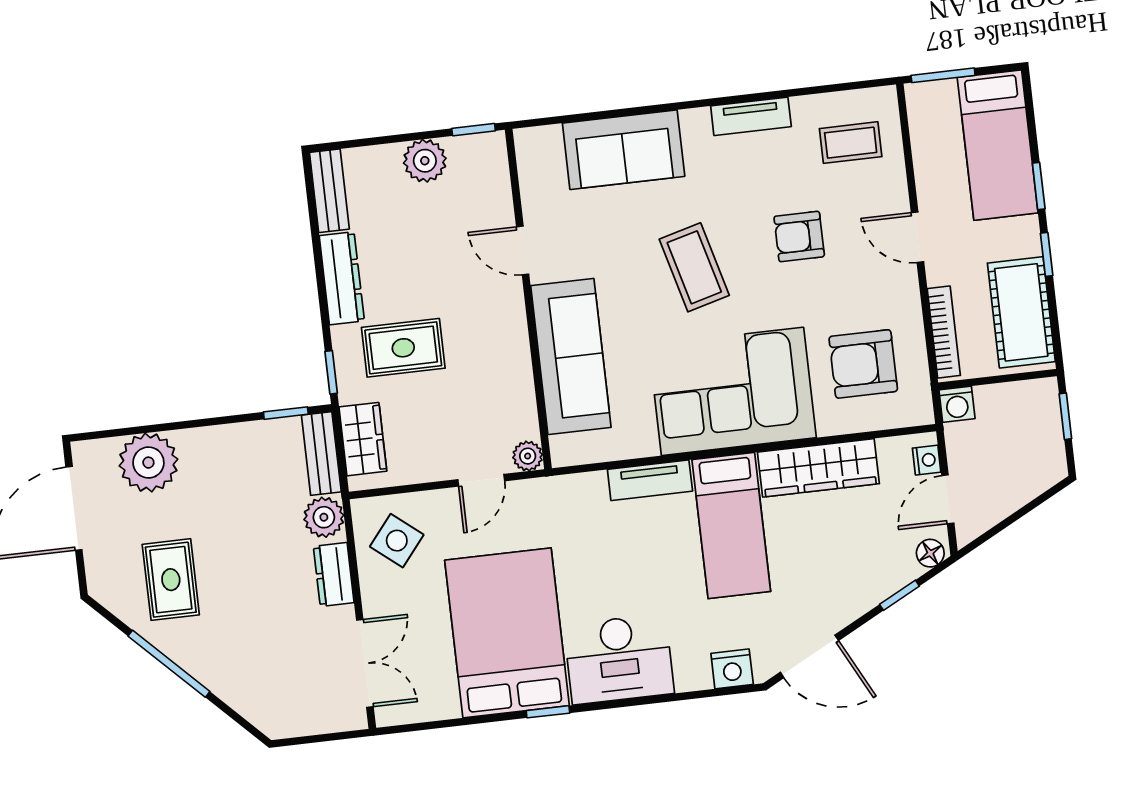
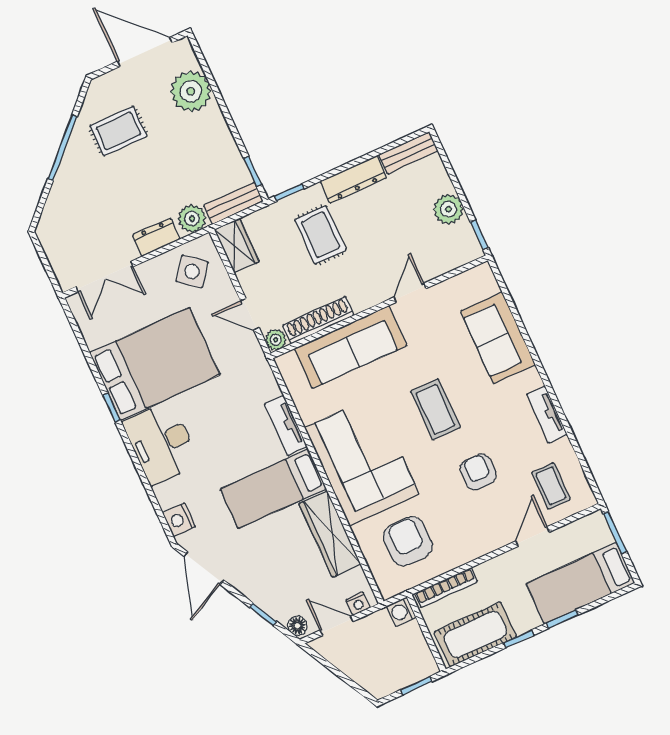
door: (917, 237) -> (533, 537), moved
coffee table: (694, 267) -> (435, 409), turned -75
shoe rack: (519, 389) -> (318, 320), added
wardrobe: (363, 439) -> (237, 246), moved, turned -90

